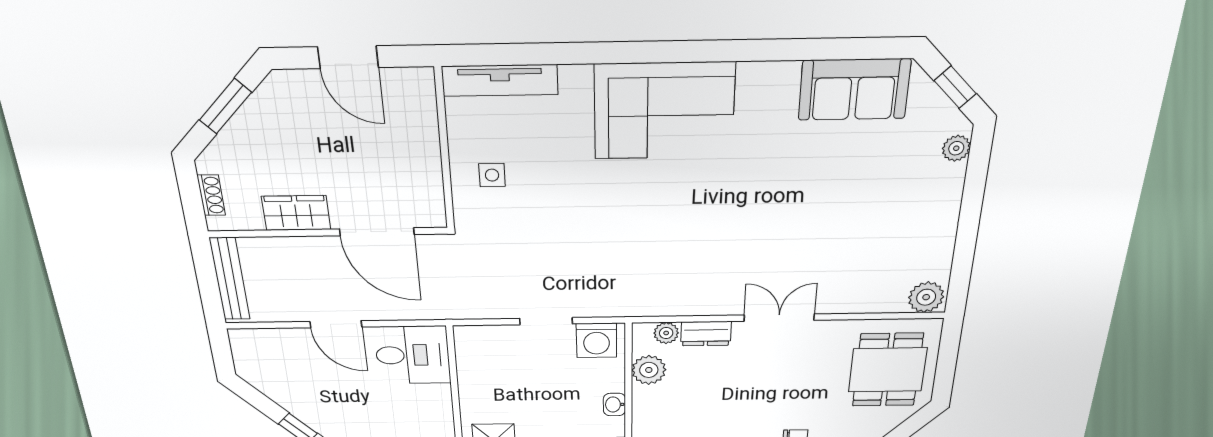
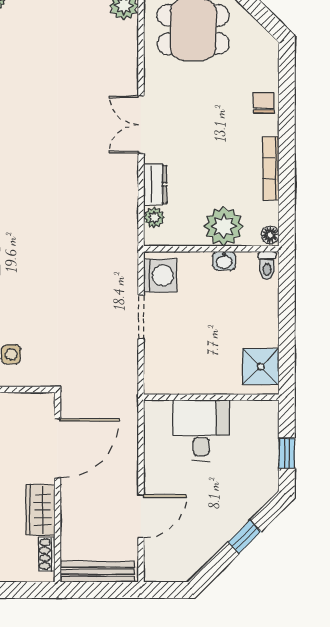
shoe rack: (211, 195) -> (47, 554), moved, turned -90
door: (336, 324) -> (141, 516), moved
desk: (413, 355) -> (201, 430), moved
plant: (649, 370) -> (224, 226), moved, width x1.36, depth x1.36

